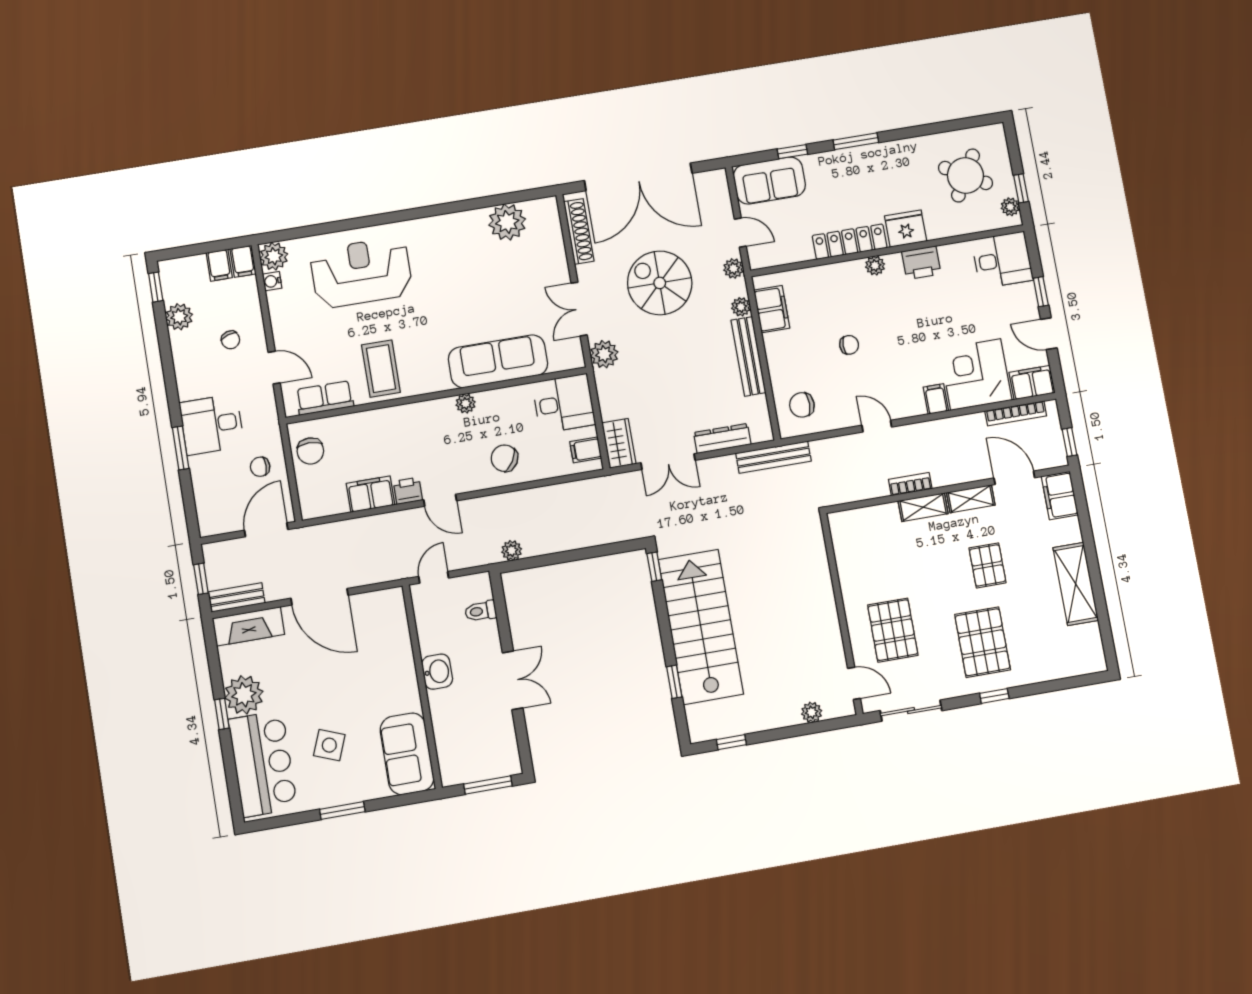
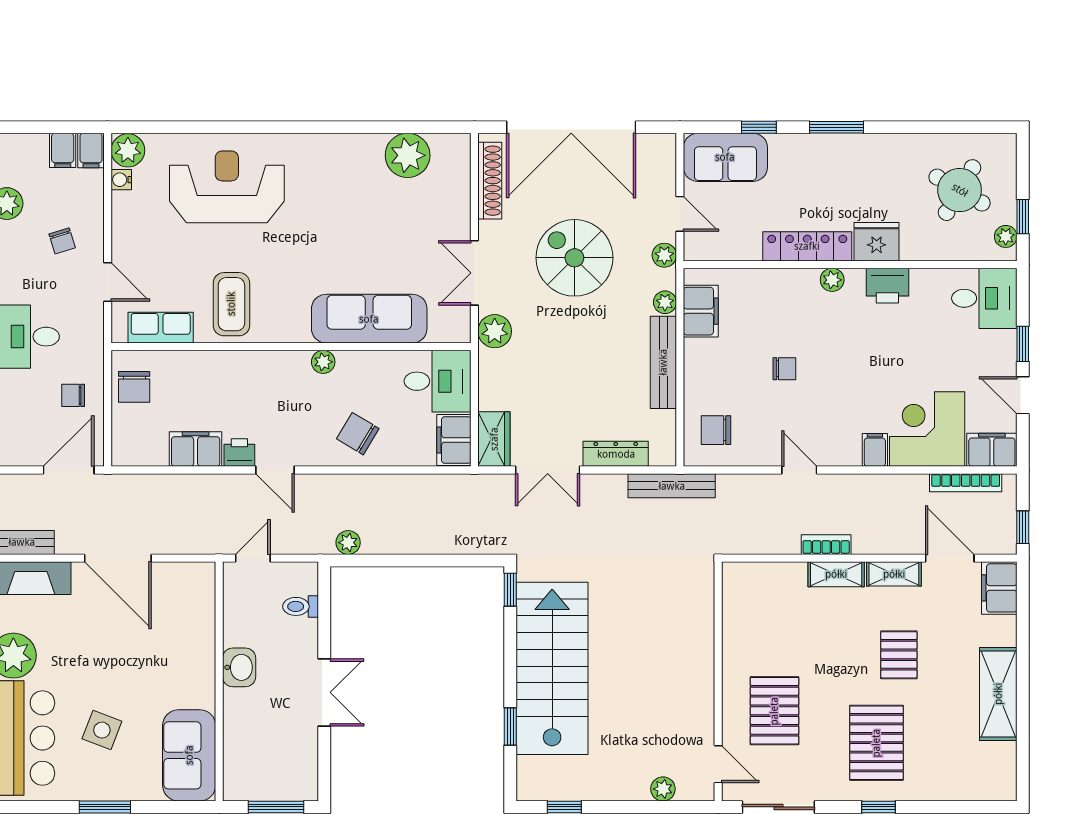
filing cabinet: (586, 450) -> (454, 440), width x2.00

